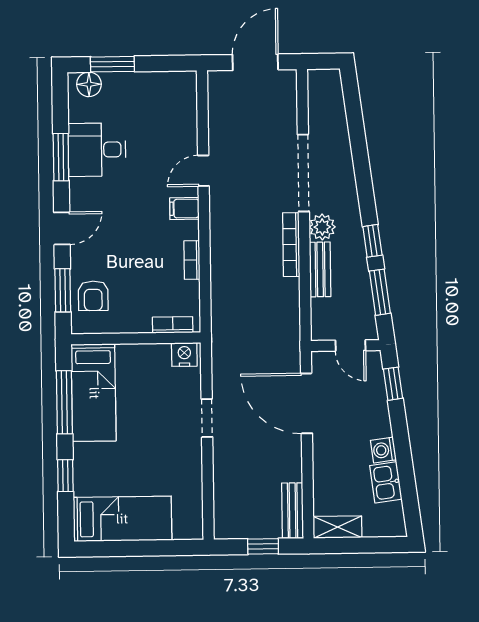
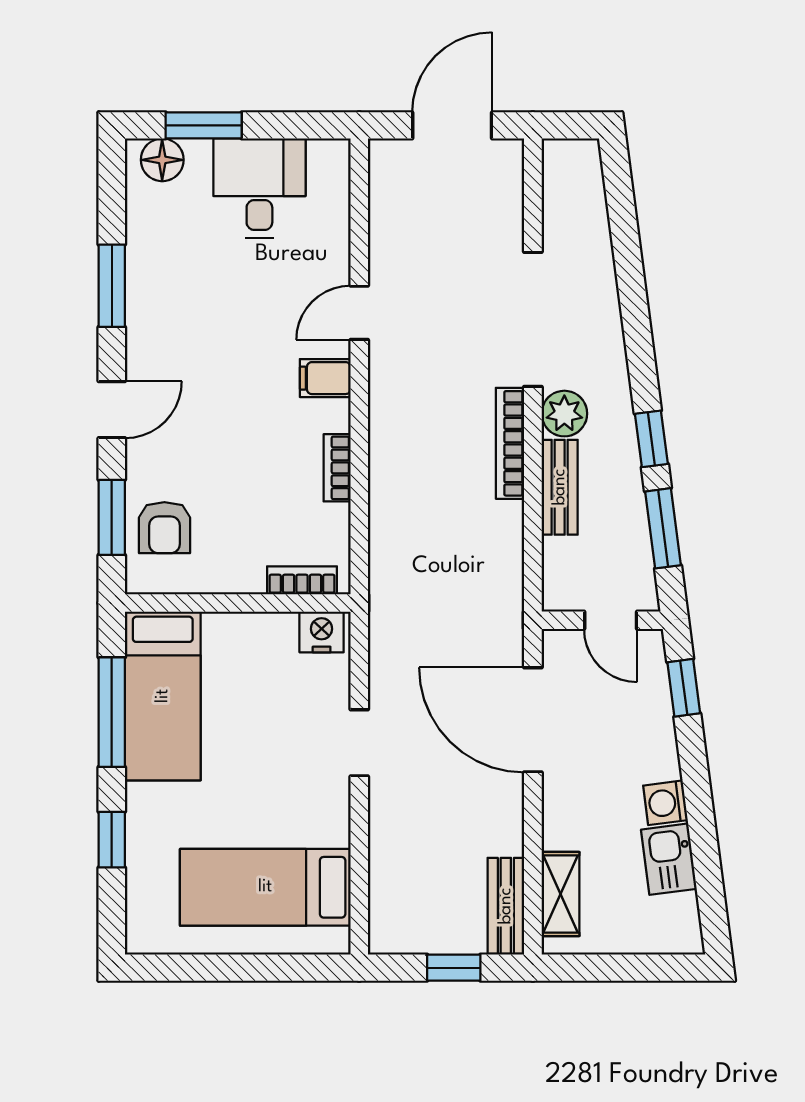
desk: (97, 150) -> (259, 188), moved, turned 90
bed: (122, 519) -> (265, 887), moved, turned 180
shelving: (337, 527) -> (560, 894), moved, turned 90

